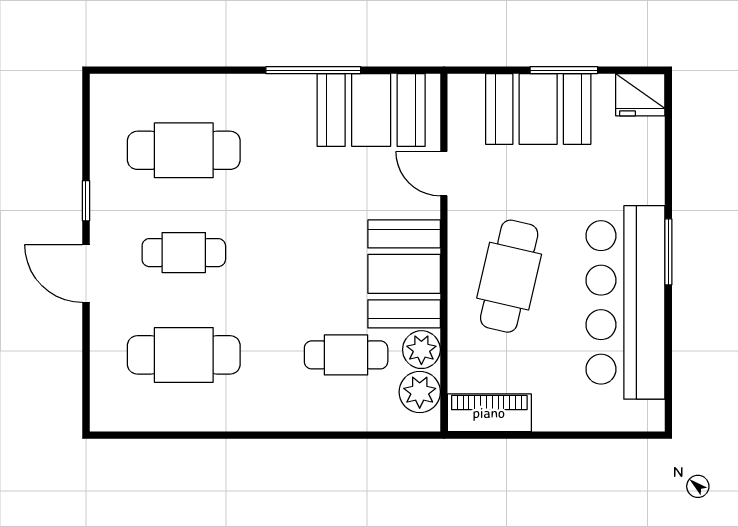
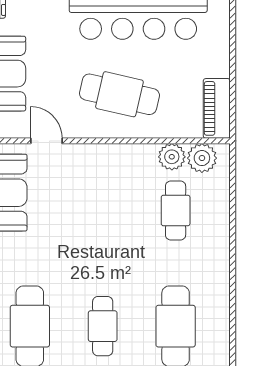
door: (444, 174) -> (46, 141), swing flipped
booth: (404, 274) -> (118, 169), removed

